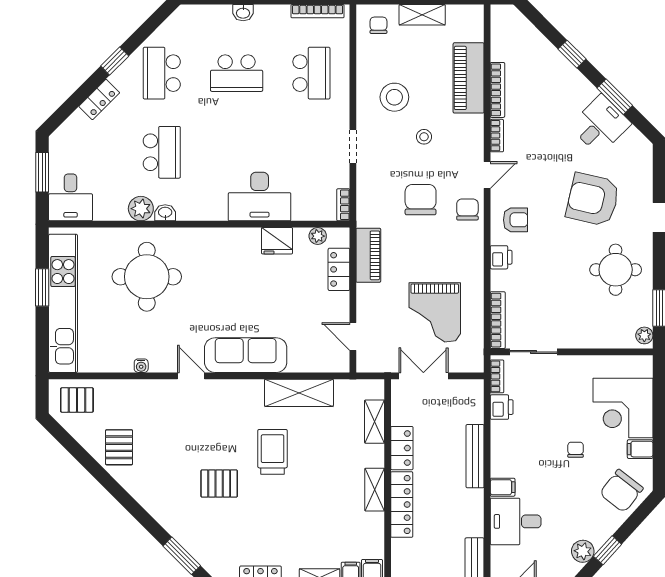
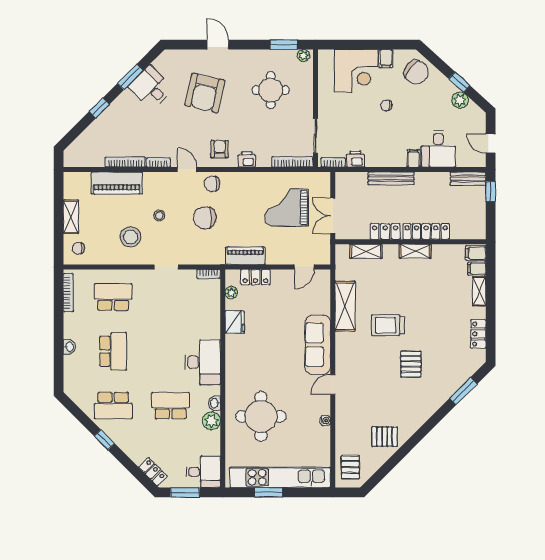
locker: (99, 100) -> (153, 472), moved
desk: (260, 196) -> (203, 362), moved
round table: (616, 270) -> (271, 90), moved
grand piano: (435, 312) -> (287, 208), turned 180

